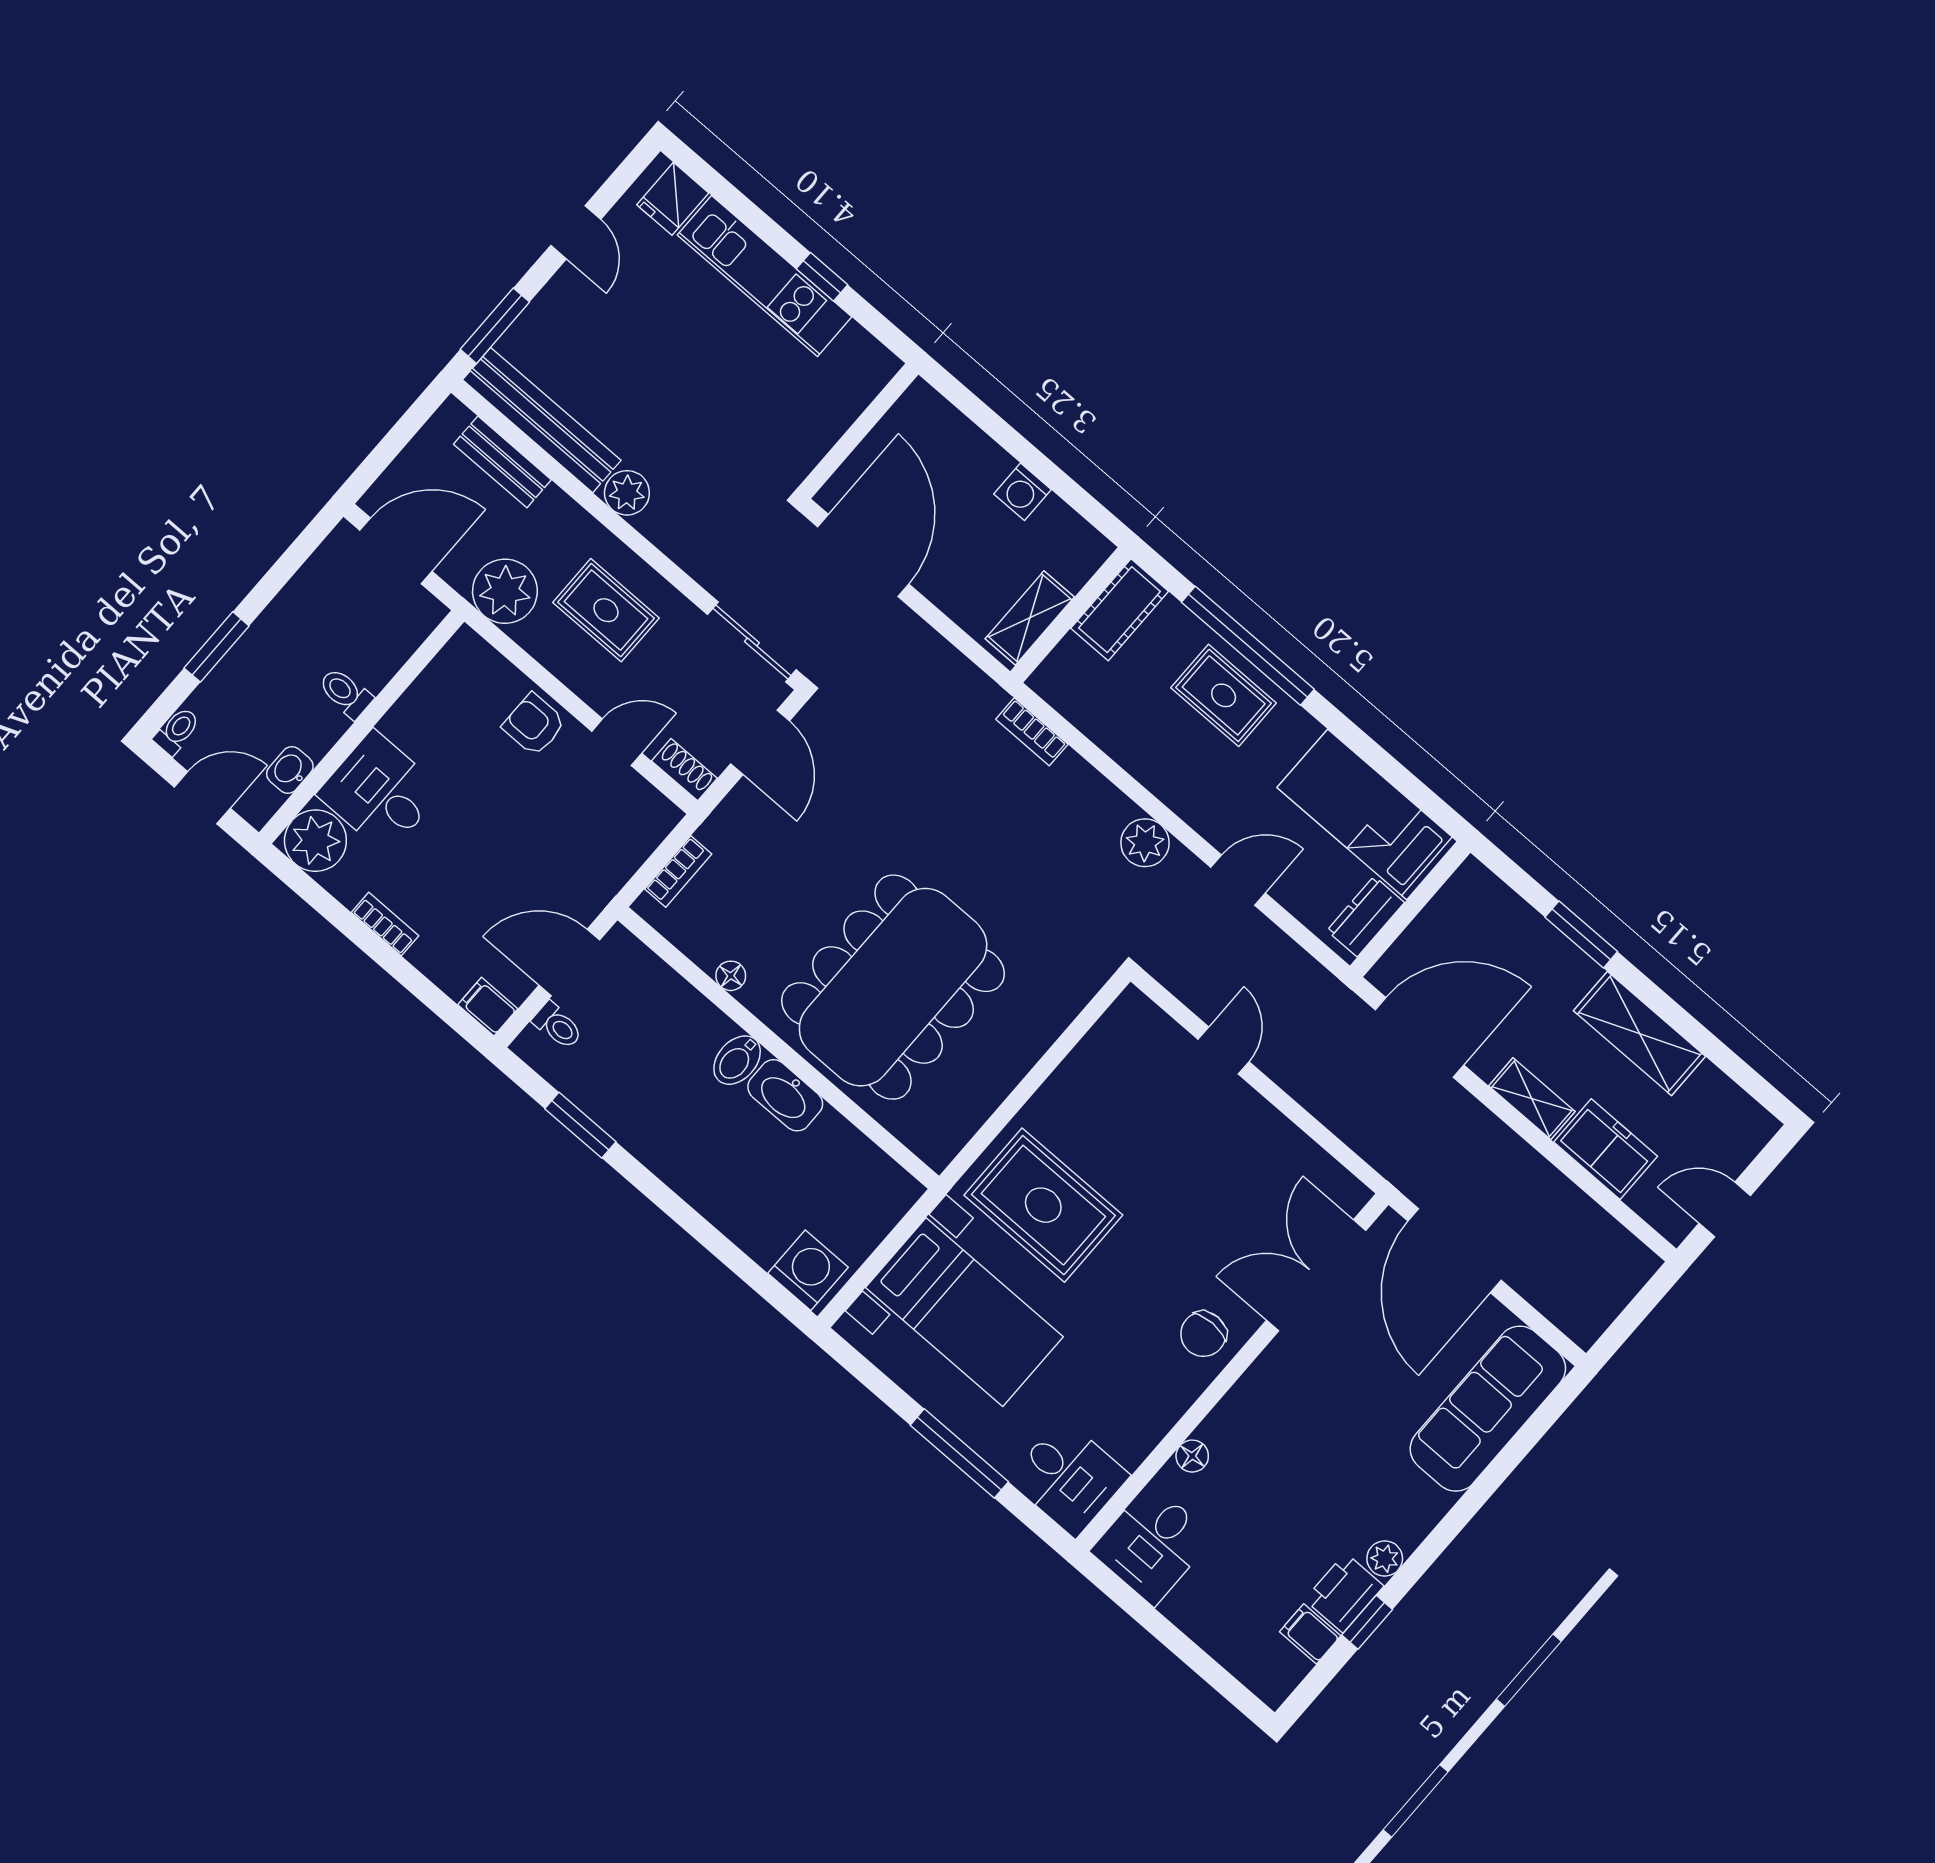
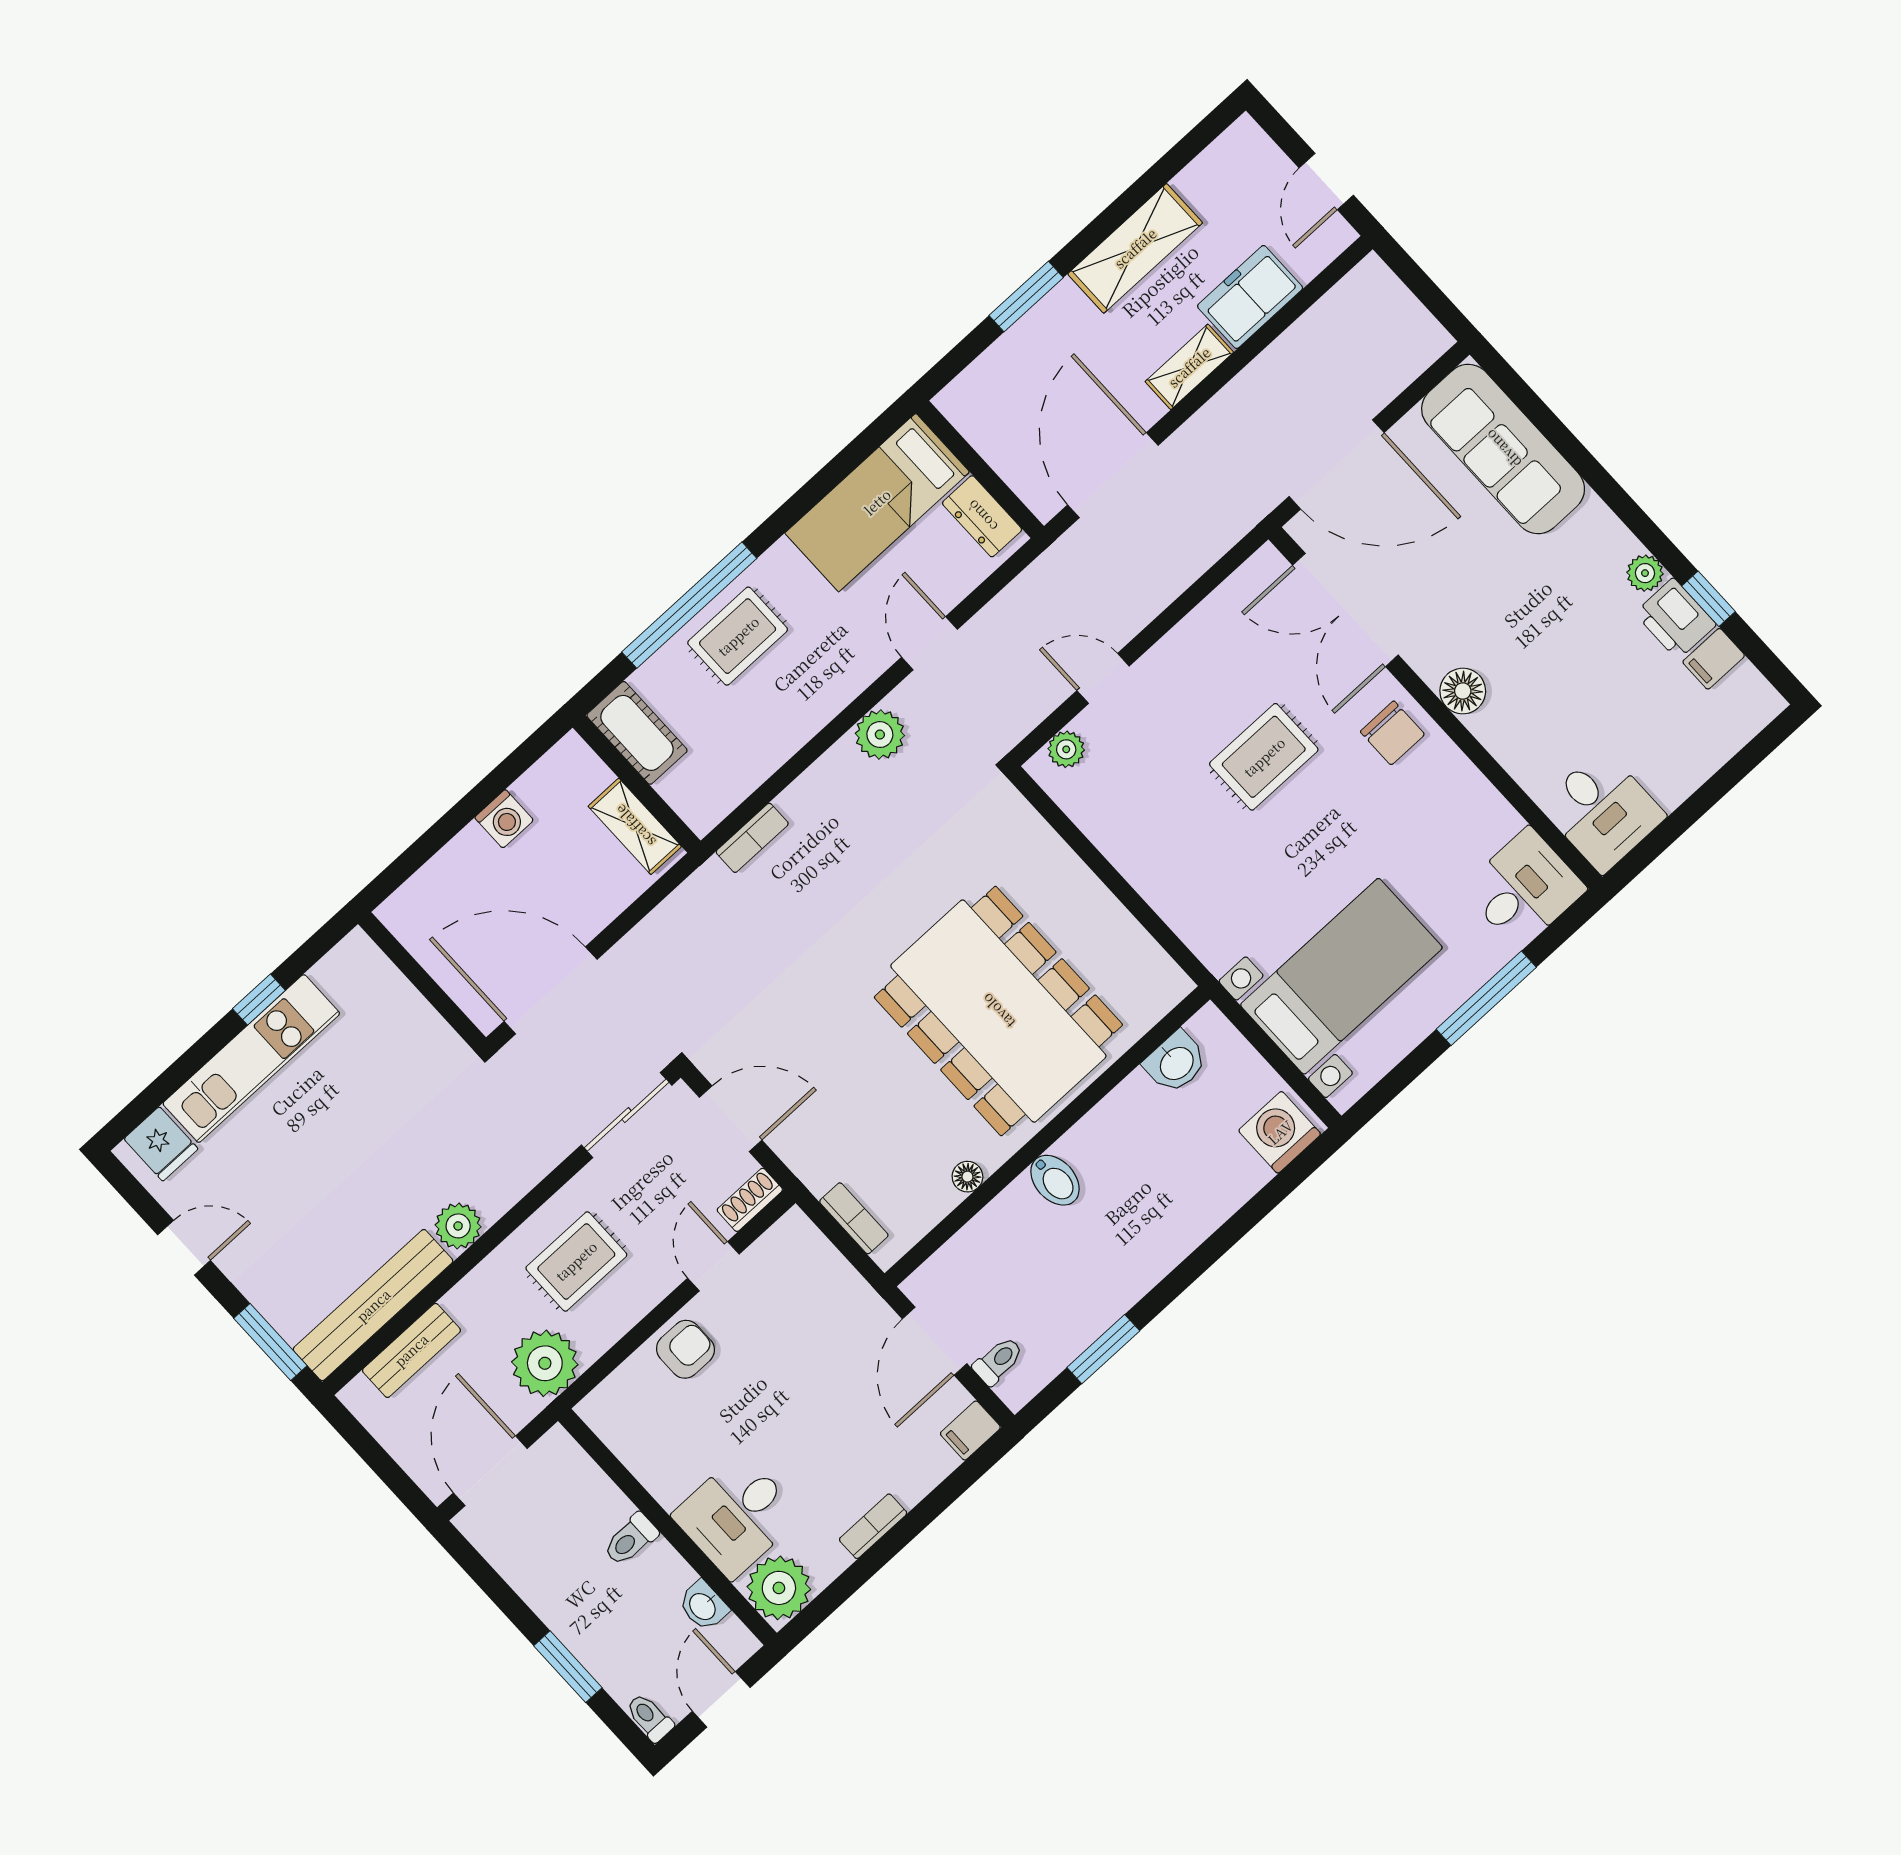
armchair: (534, 725) -> (685, 1349), turned 180
plant: (1151, 1023) -> (1066, 749), added
washbasin: (785, 1095) -> (1176, 1062), moved, width x0.72
rug: (1043, 1205) -> (1264, 757), moved, width x0.73, depth x0.70
floor lamp: (1192, 1456) -> (1463, 691), moved, width x1.37, depth x1.37

